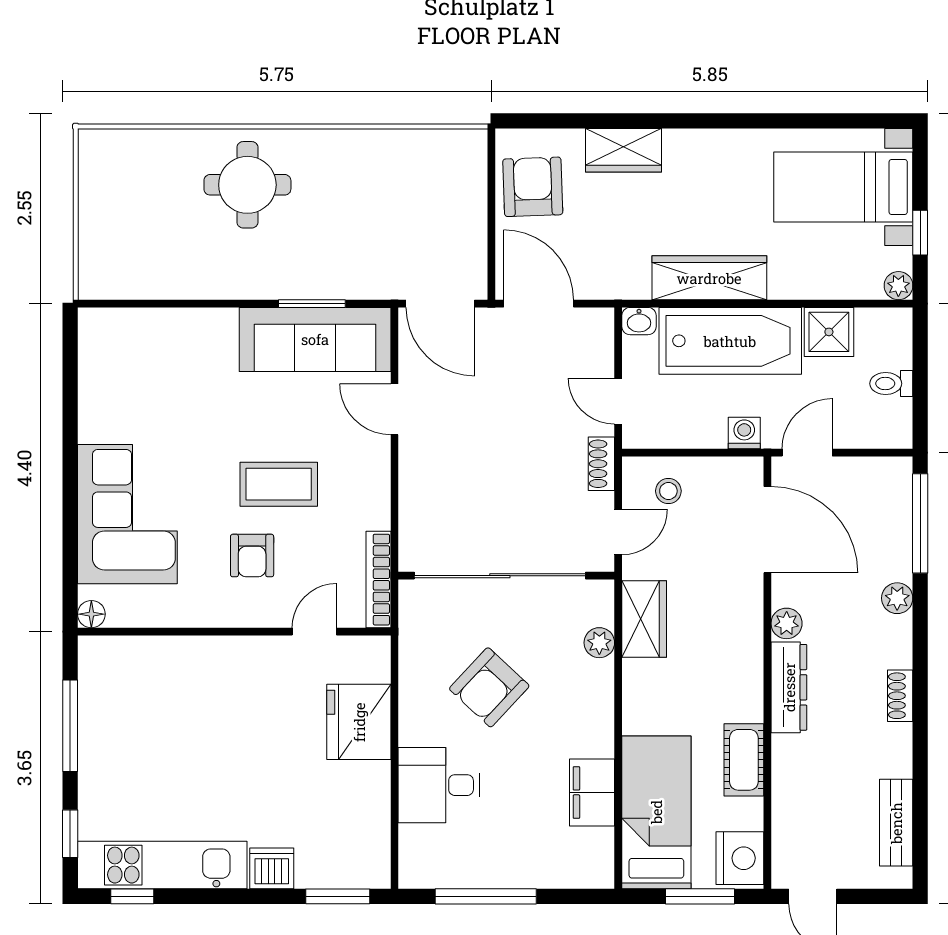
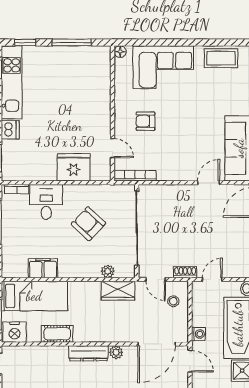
coffee table: (279, 484) -> (221, 58), moved, turned 90
bookcase: (409, 854) -> (17, 189), added

